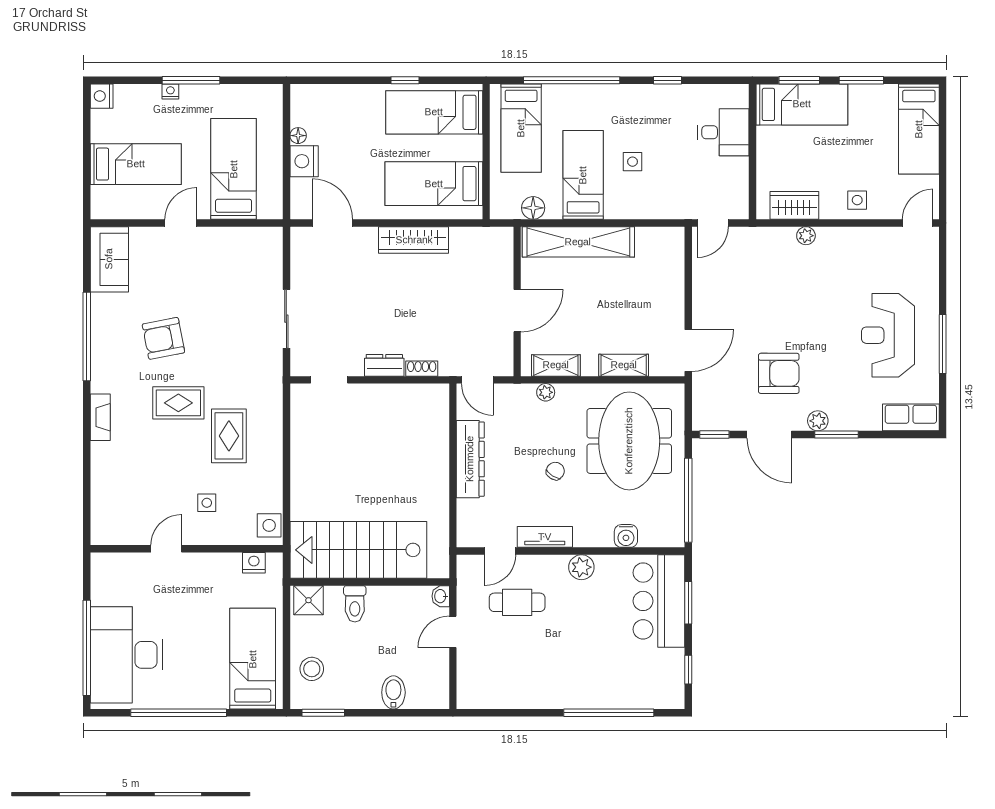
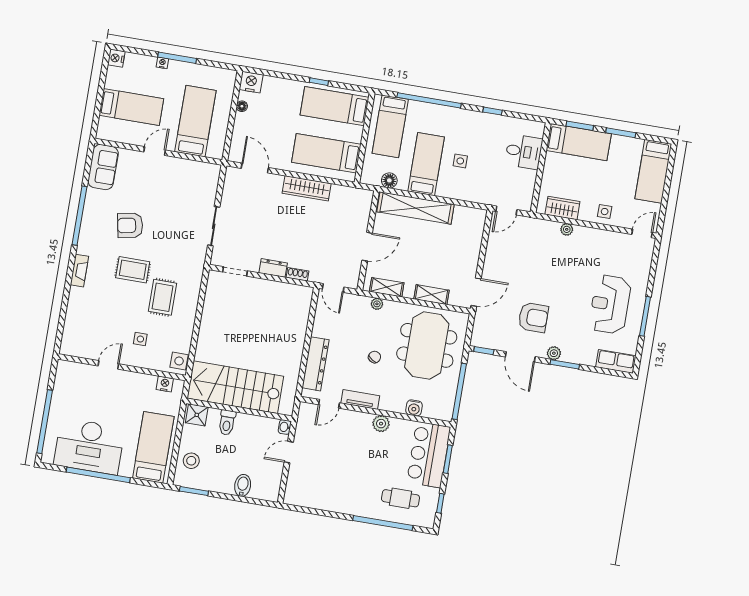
nightstand: (304, 161) -> (251, 82), moved, turned 90
dresser: (470, 459) -> (316, 364), moved
cafe table: (517, 602) -> (400, 498), moved
desk: (126, 655) -> (89, 446), moved, turned -90

